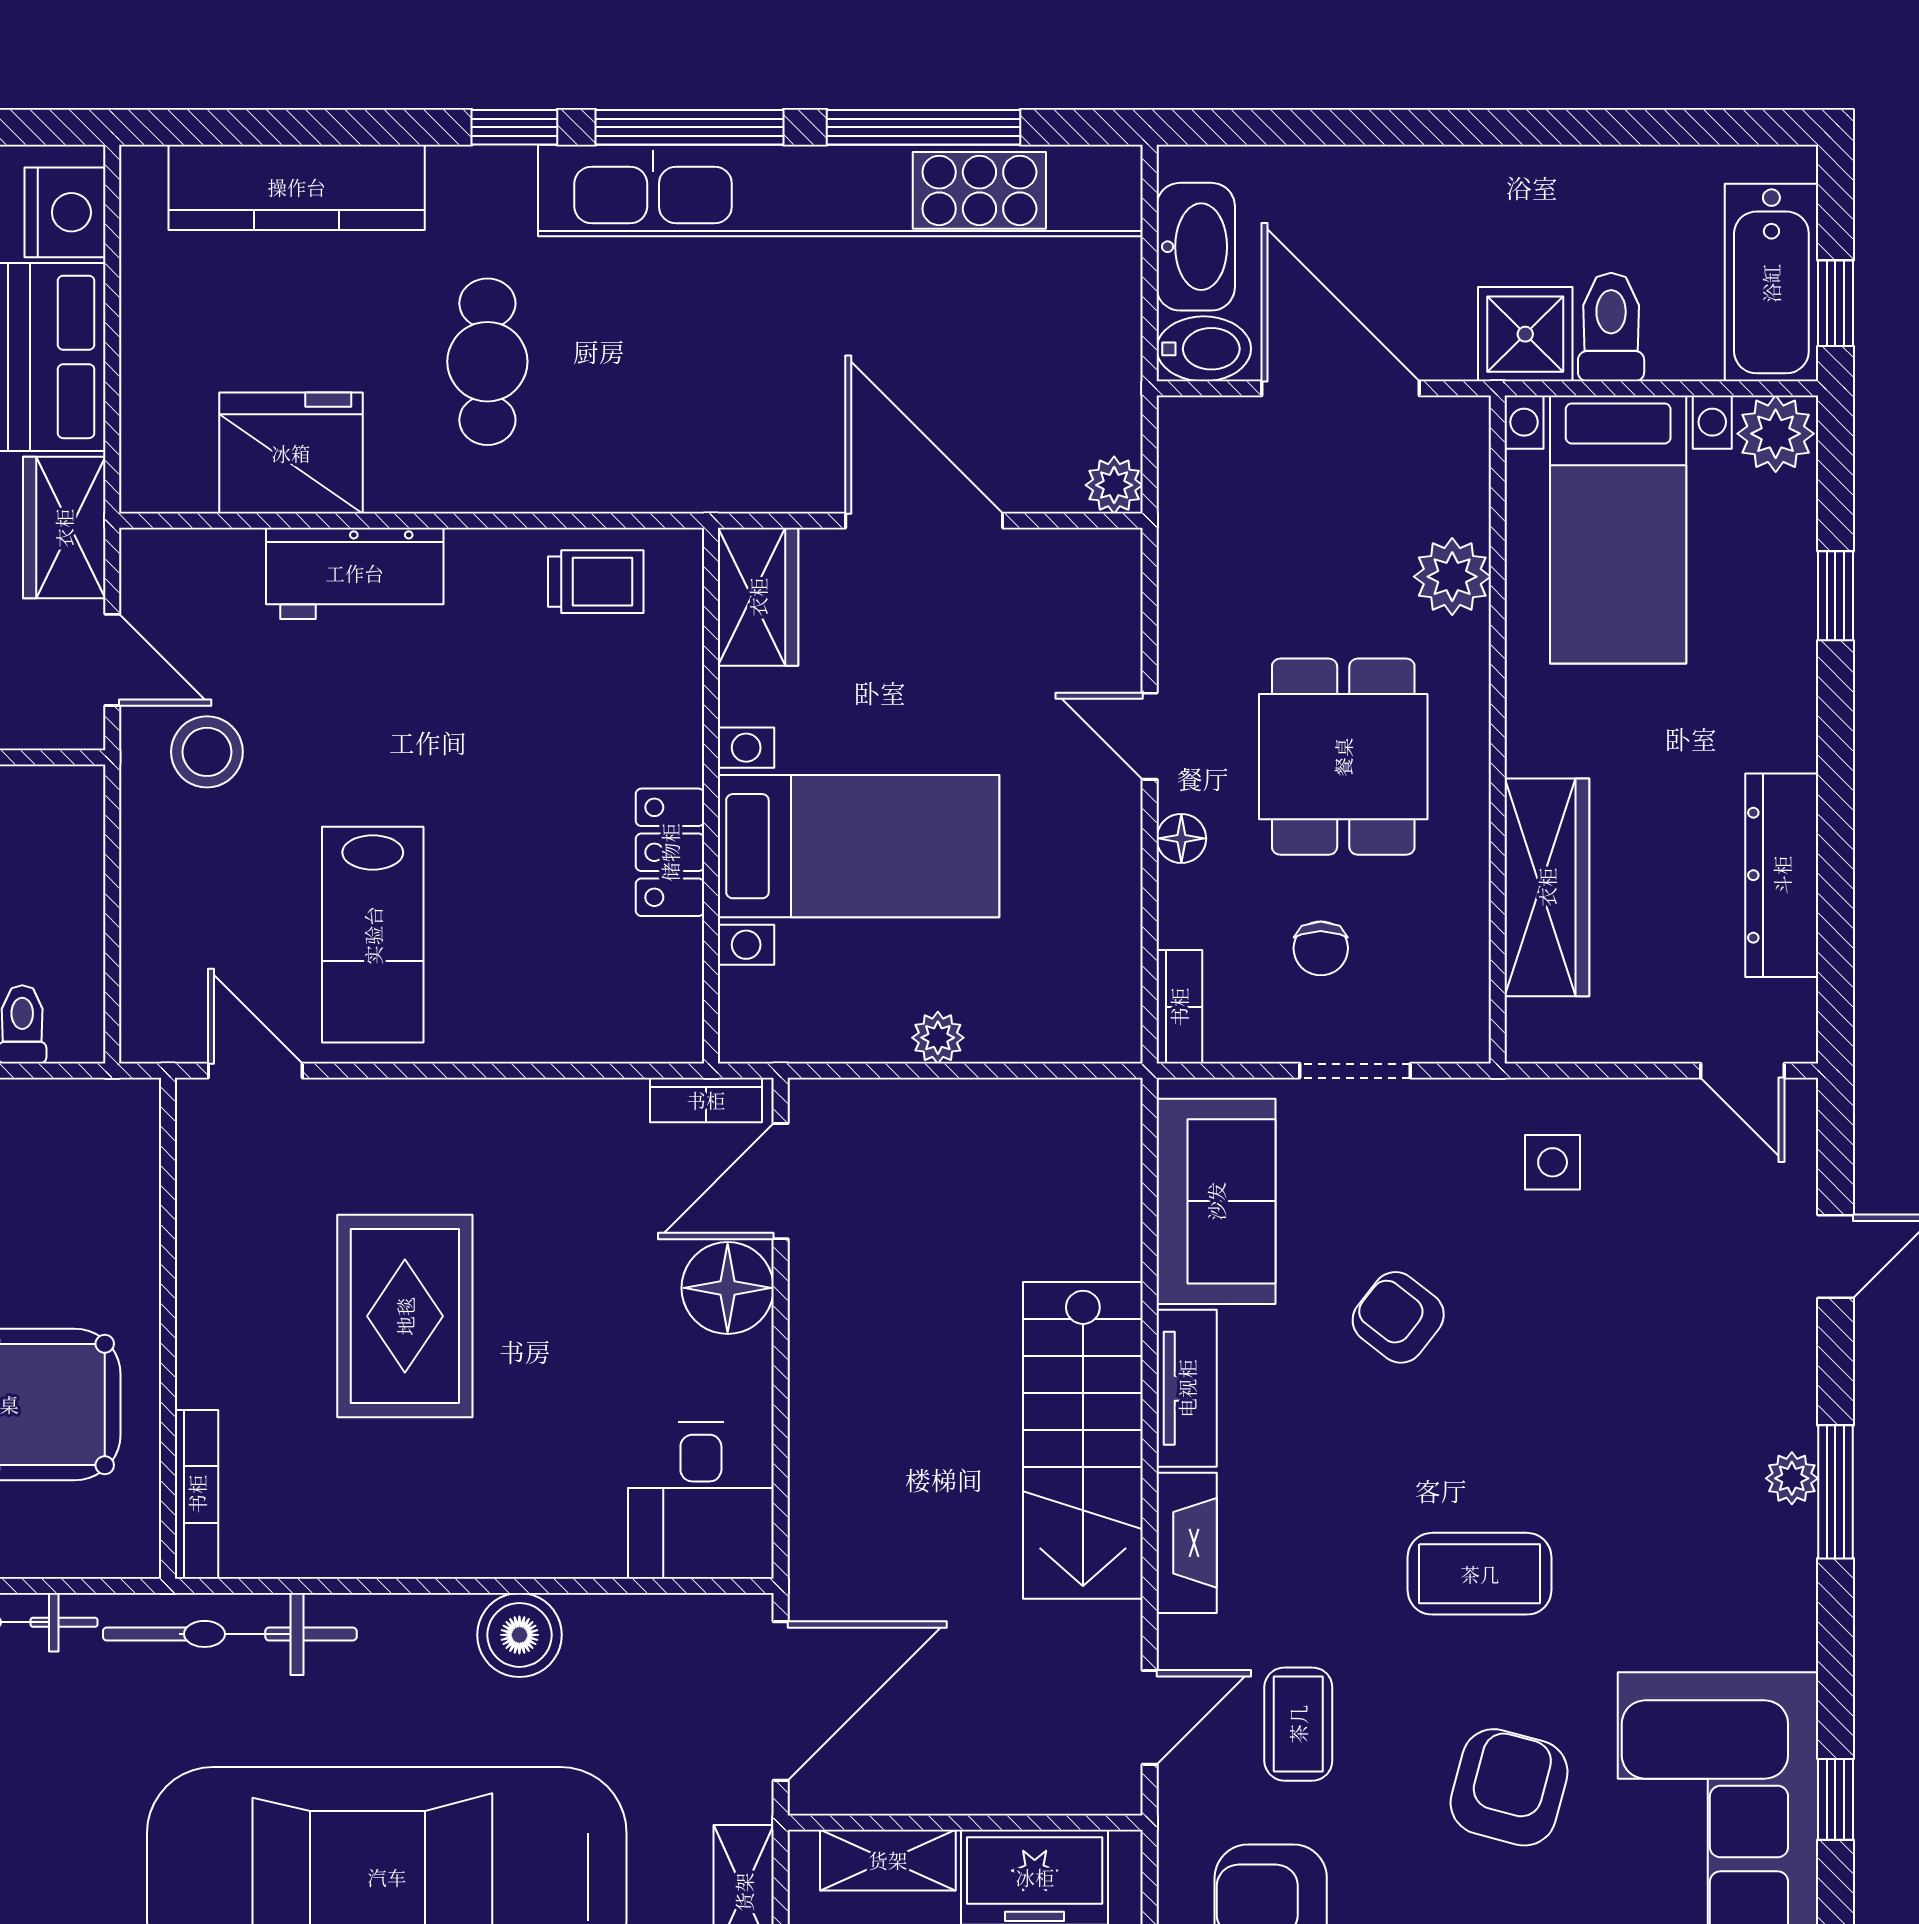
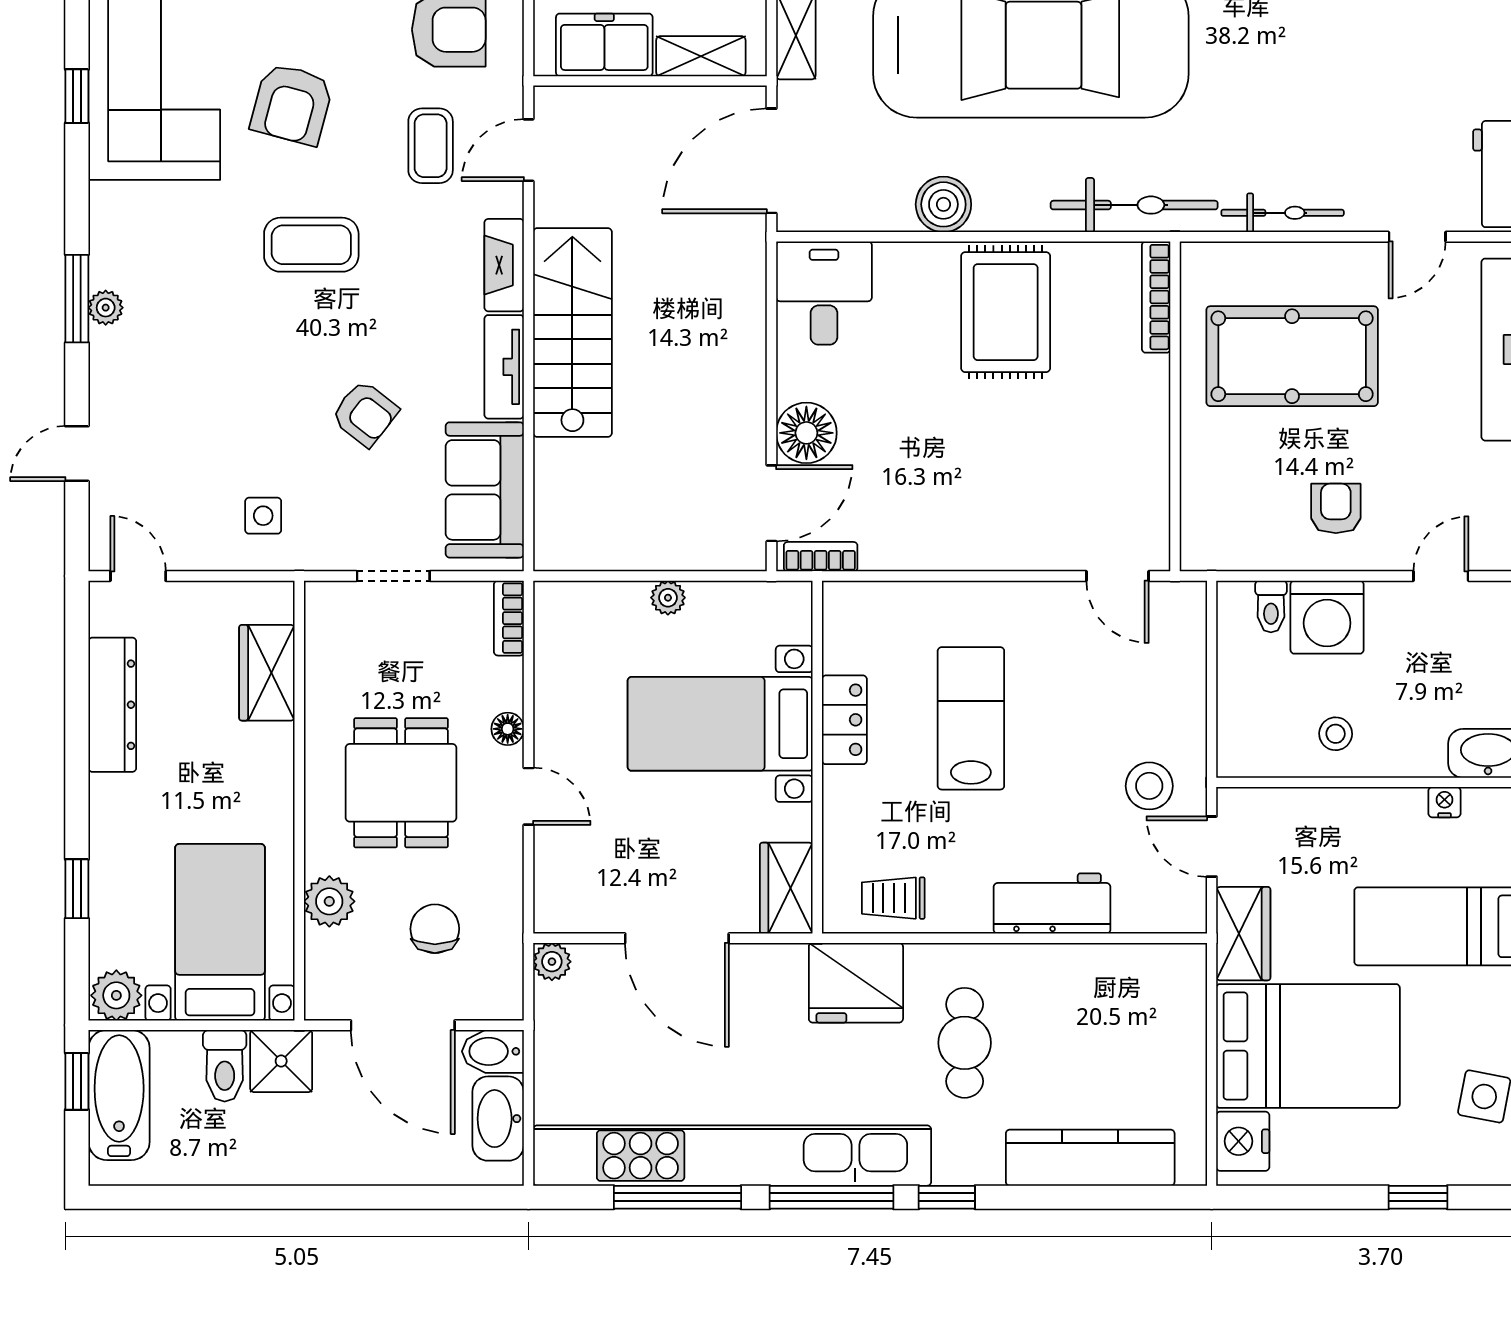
fridge: (291, 453) -> (856, 983), moved
wardrobe: (1547, 887) -> (267, 673), width x0.67
lab bench: (373, 935) -> (971, 718), moved
chair: (1321, 948) -> (435, 929), moved, width x1.37, depth x1.37
rug: (405, 1316) -> (1006, 312), moved

